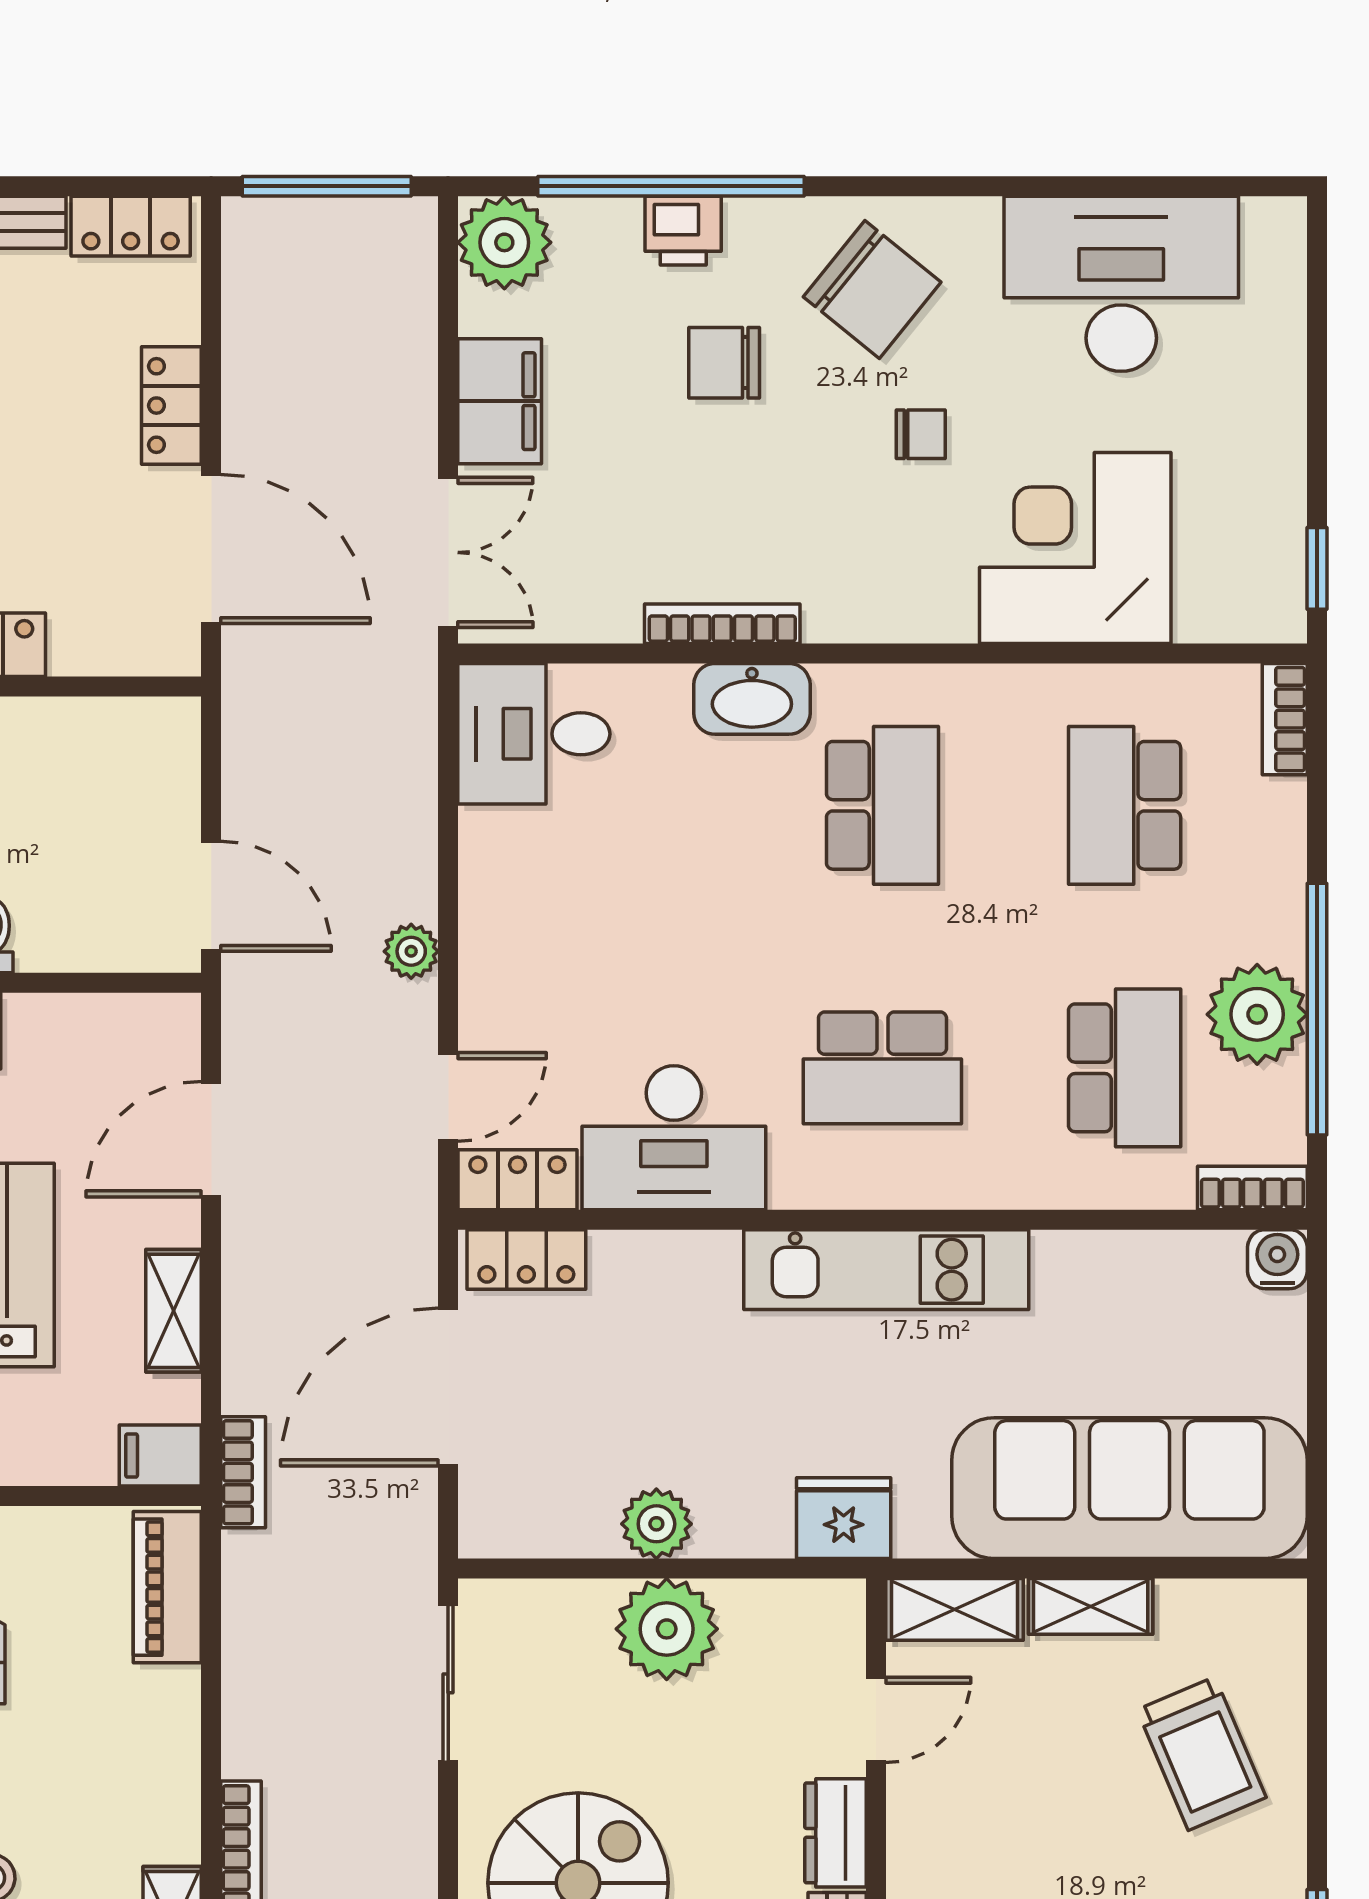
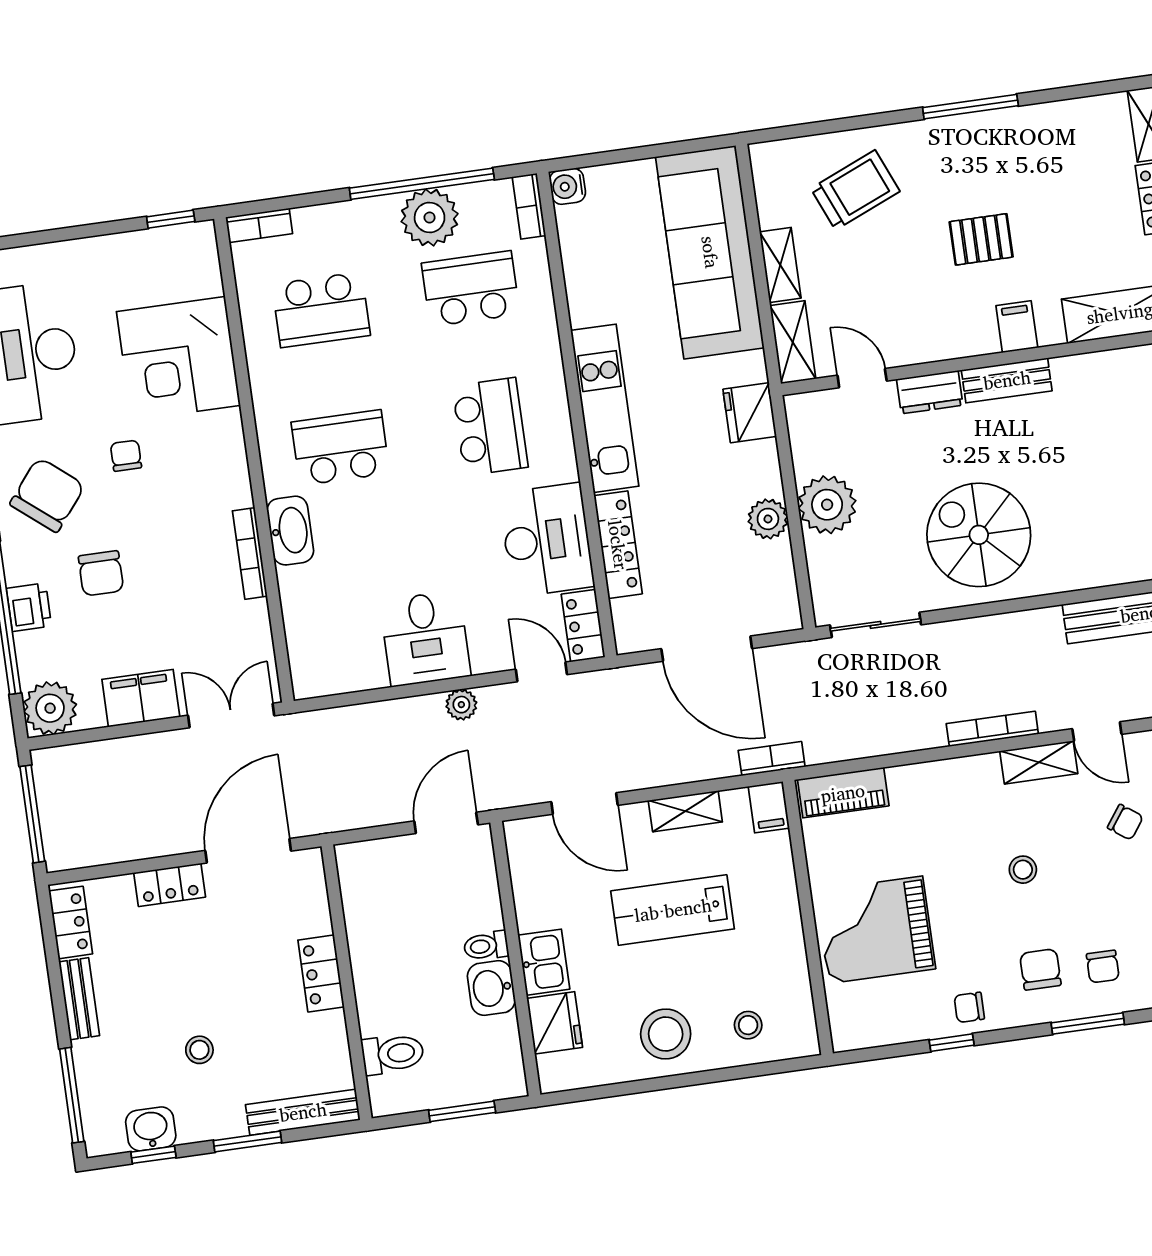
desk: (534, 734) -> (425, 638), moved
locker: (526, 1259) -> (618, 545), moved, width x1.53

